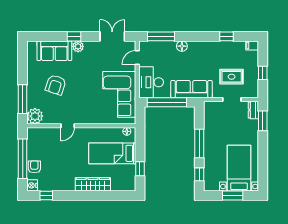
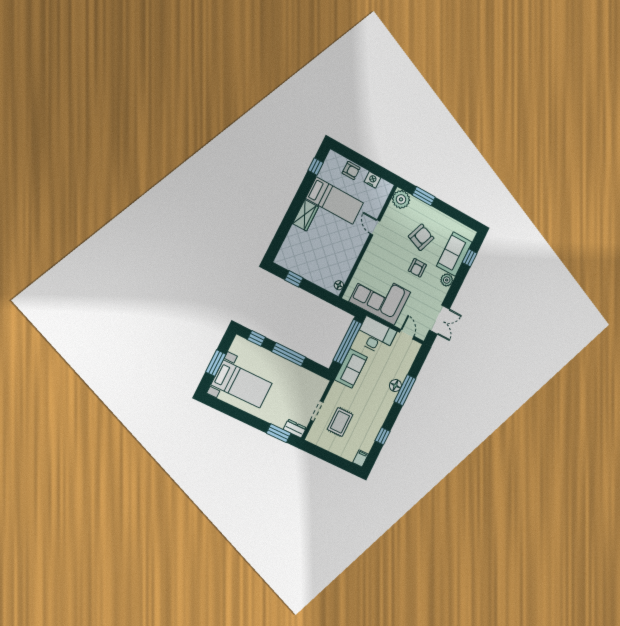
window: (74, 36) -> (470, 258), moved
window: (161, 36) -> (405, 390), moved
window: (263, 73) -> (328, 456), removed
armchair: (81, 76) -> (417, 268), added
armchair: (56, 85) -> (421, 237), turned 93
sofa: (191, 89) -> (351, 368), width x0.73
window: (23, 99) -> (424, 196), width x0.69
bed: (112, 153) -> (335, 201), moved, turned 90
window: (23, 159) -> (365, 163), removed
wardrobe: (93, 184) -> (306, 215), width x0.67
nightstand: (32, 185) -> (372, 180), moved

